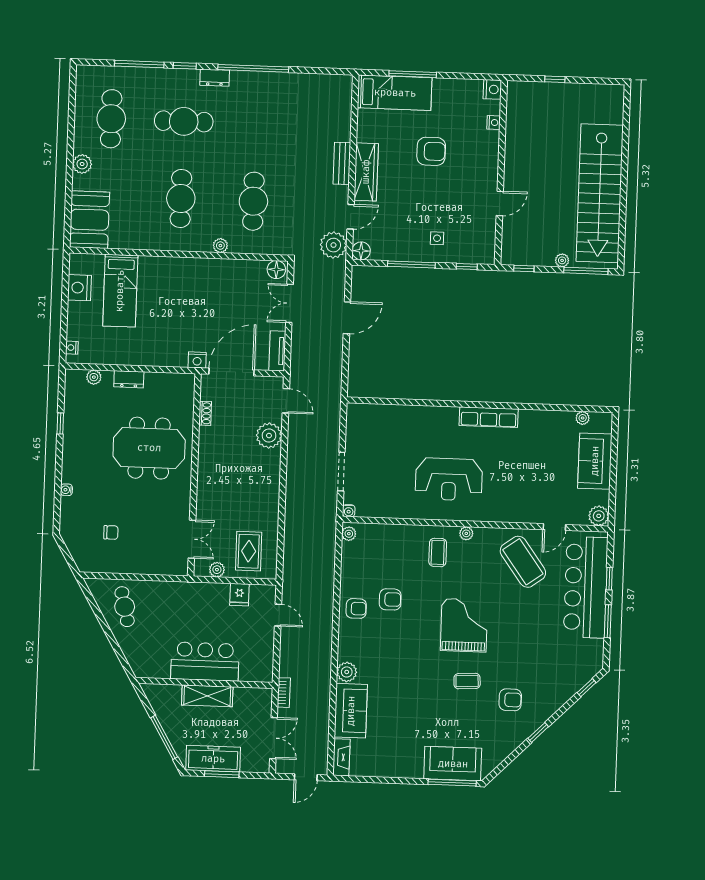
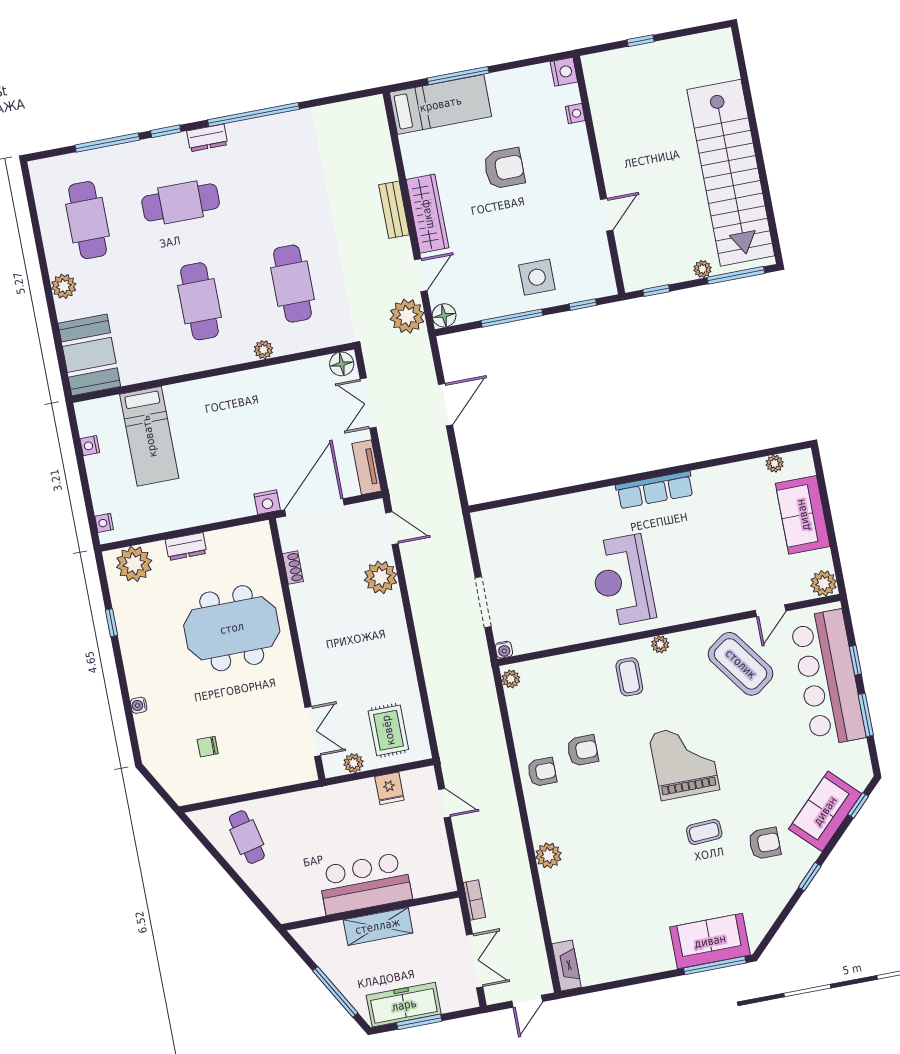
side table: (437, 238) -> (537, 277), width x1.87, depth x1.87
nightstand: (79, 288) -> (90, 446), width x0.53, depth x0.56
plant: (94, 377) -> (134, 564), width x1.87, depth x1.87
reception desk: (449, 479) -> (622, 580), turned 90
chair: (111, 532) -> (208, 747), turned 180
sofa: (351, 711) -> (825, 811), moved, turned -135

